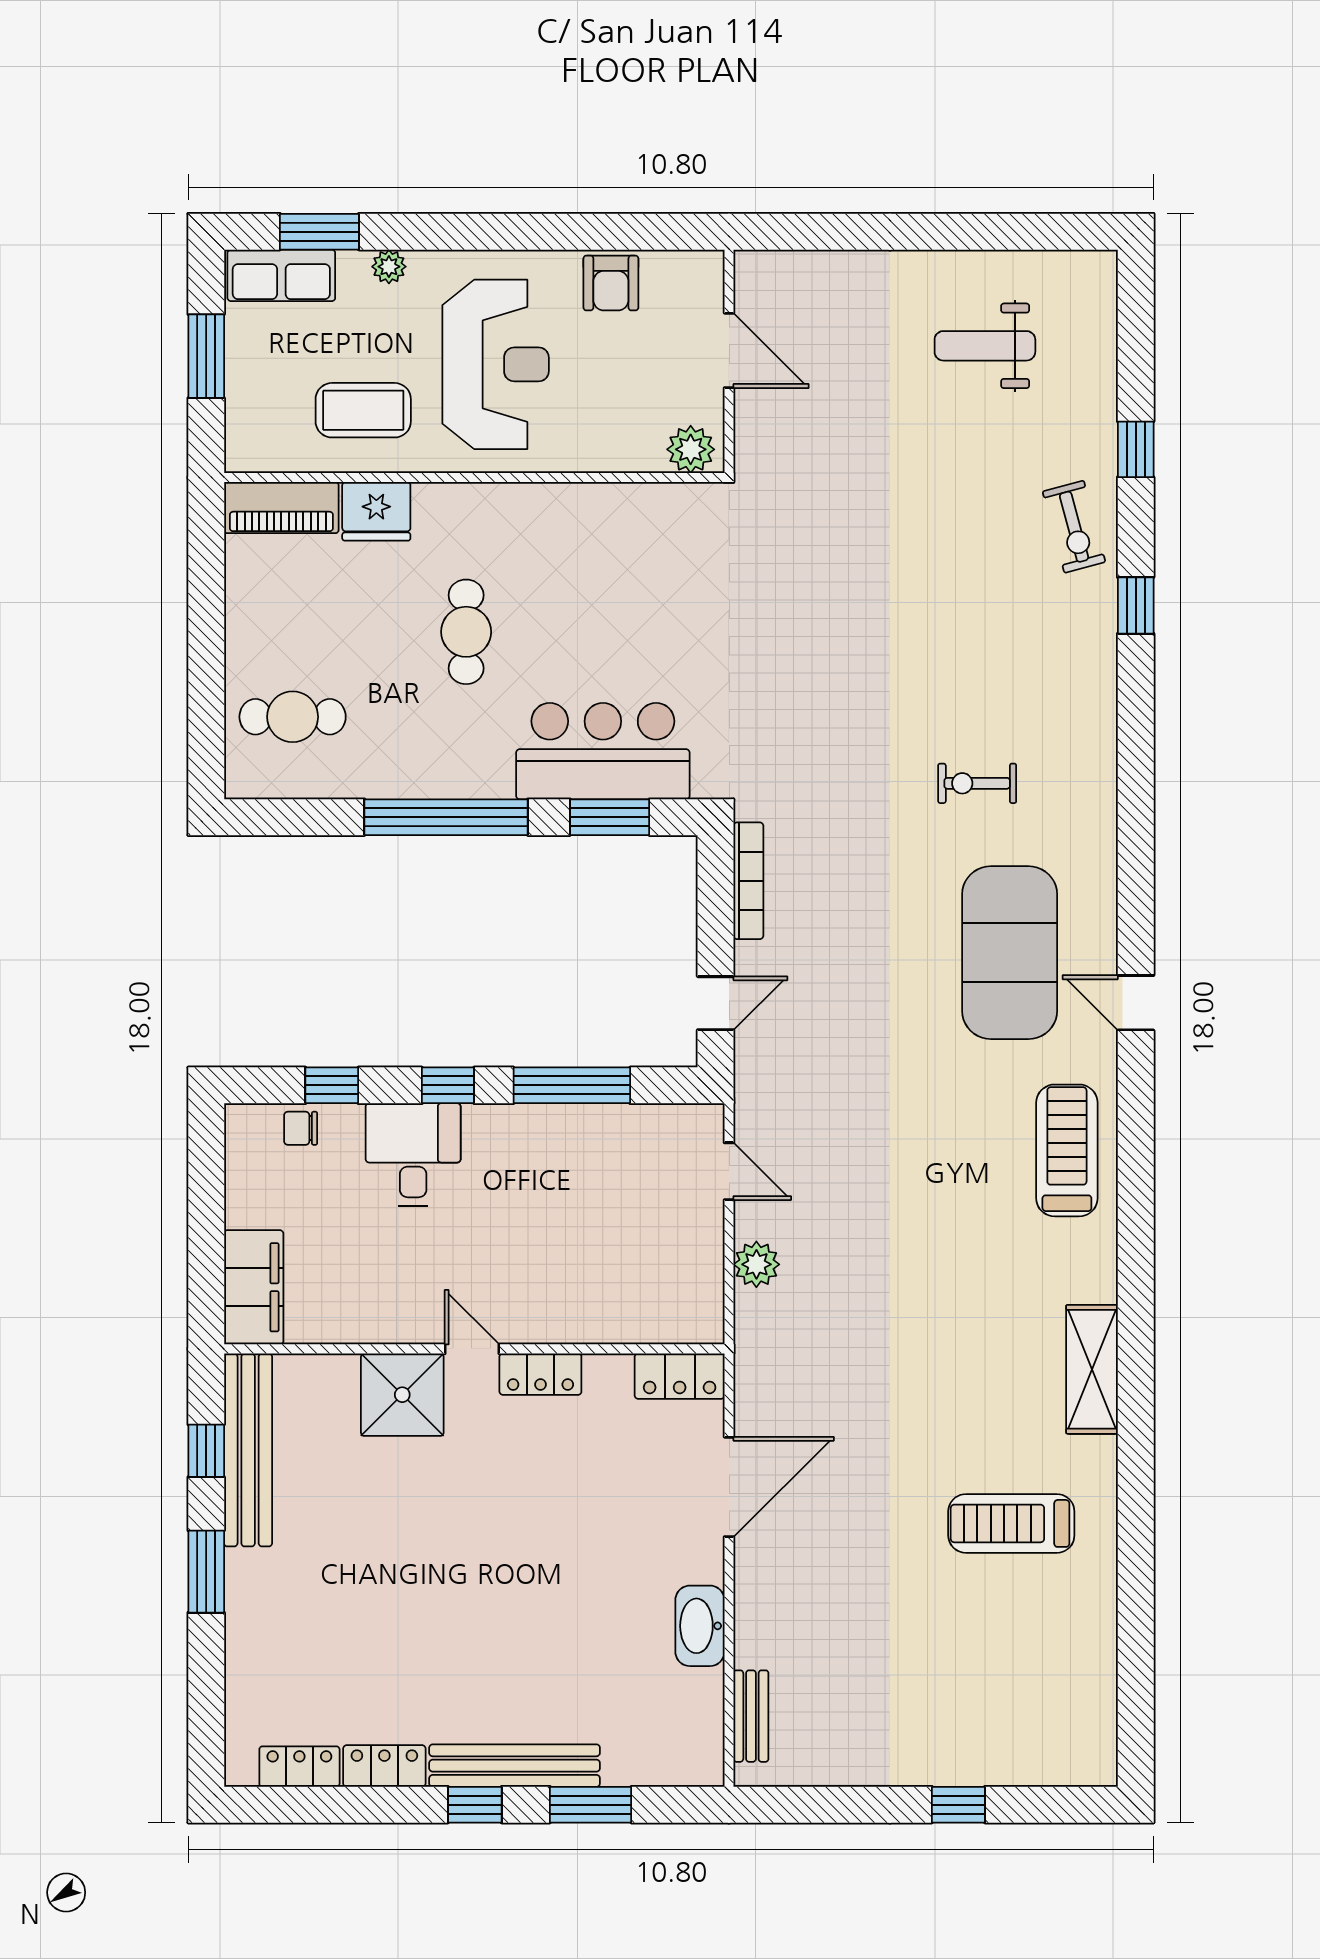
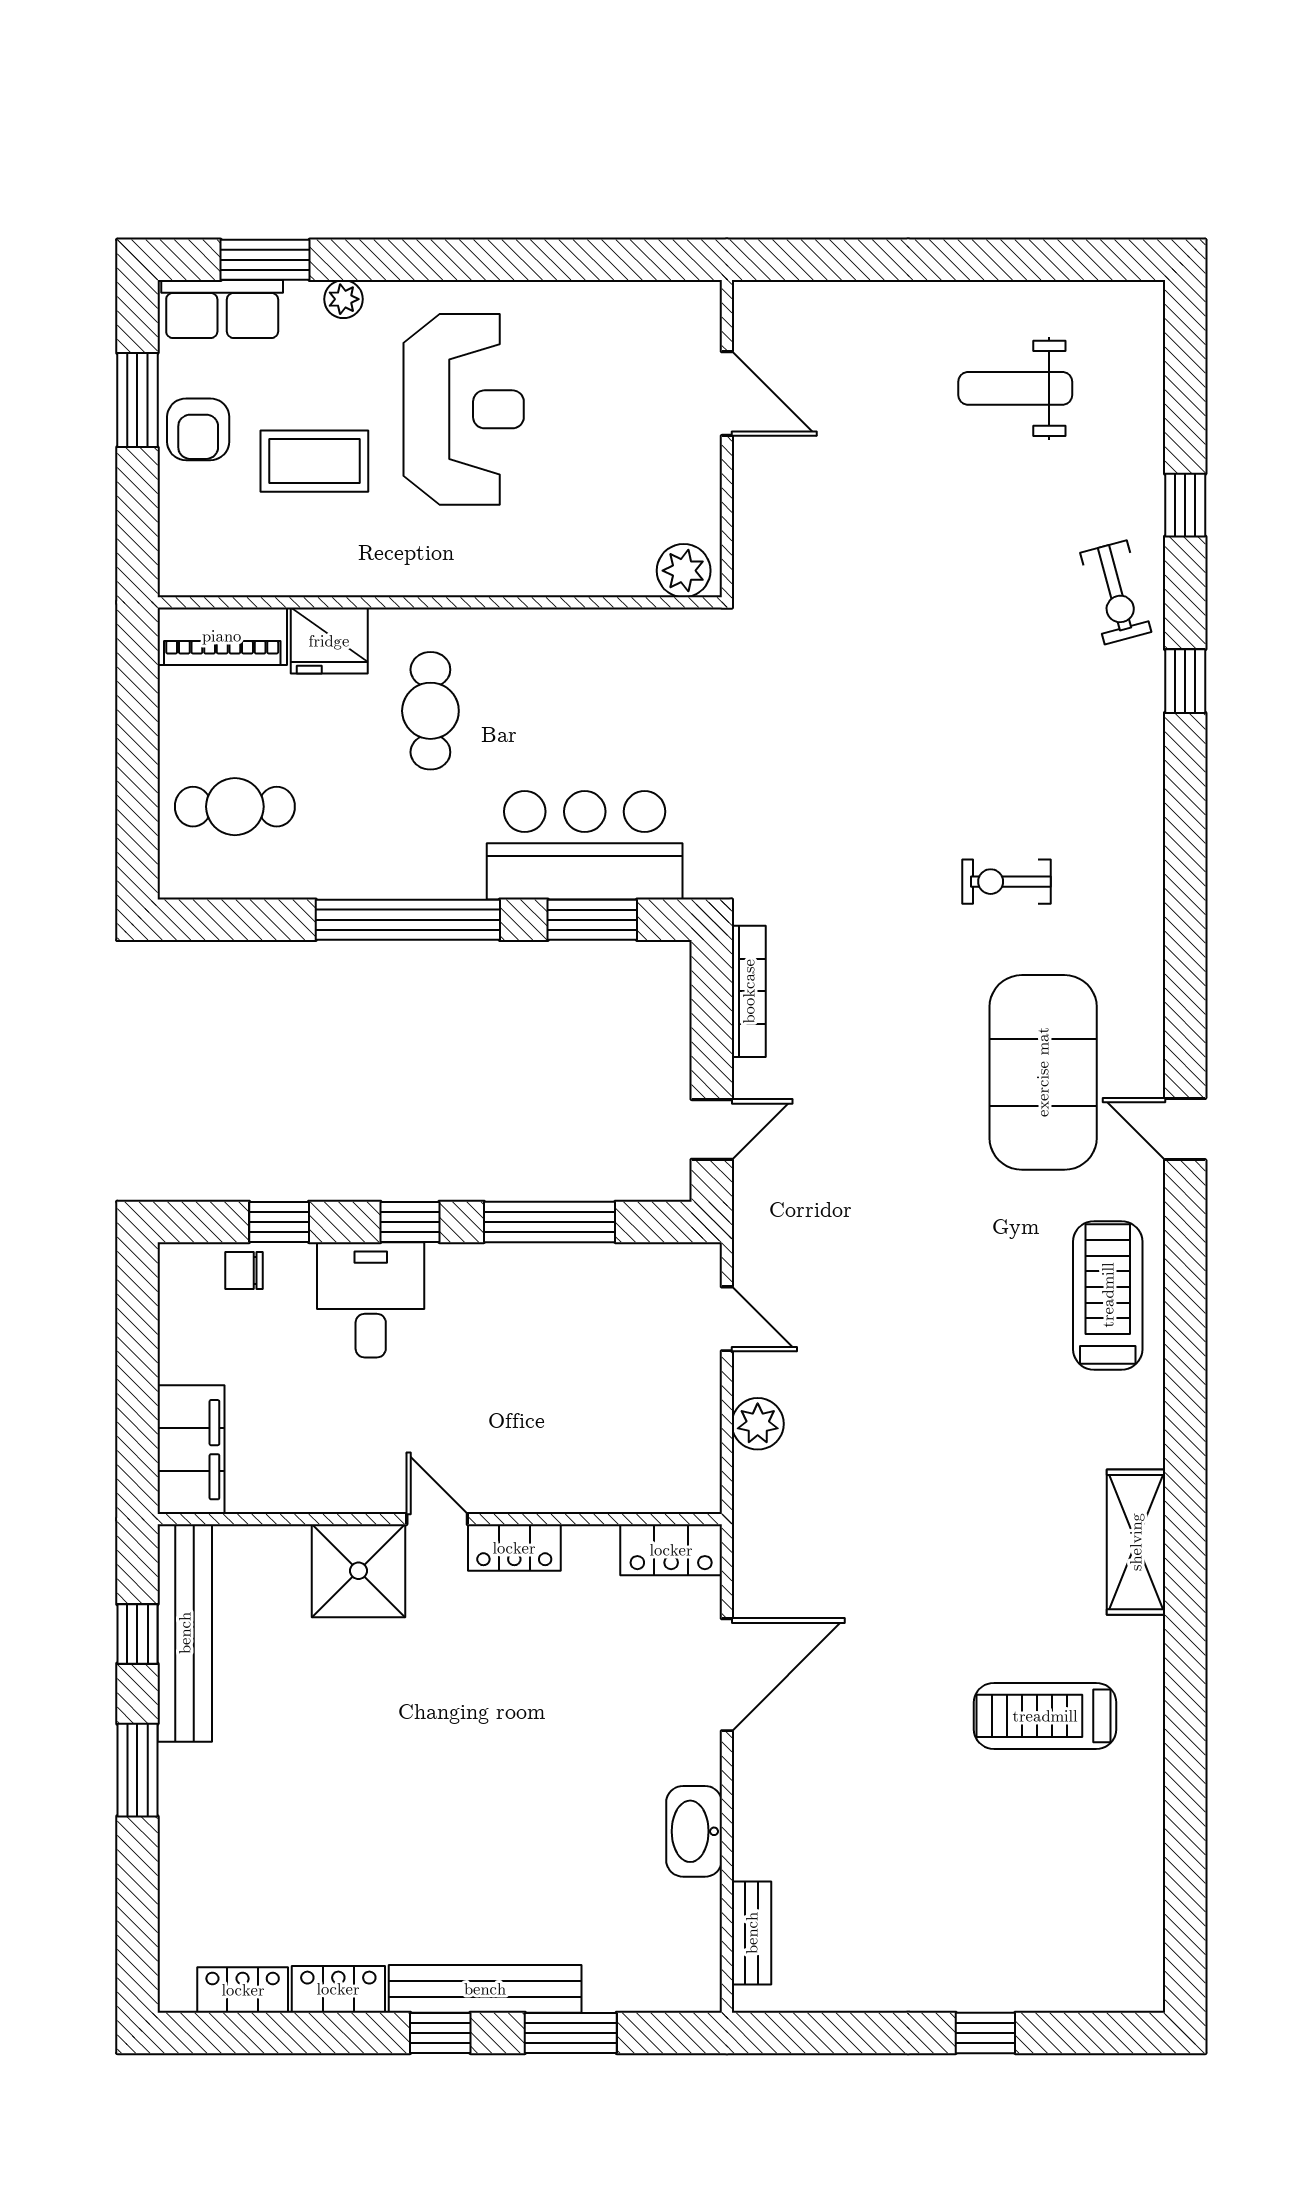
armchair: (611, 283) -> (198, 429), moved
plant: (691, 449) -> (684, 571), moved
wall: (474, 478) -> (440, 602), moved
piano: (281, 508) -> (222, 636), moved
fridge: (376, 511) -> (329, 641), moved

